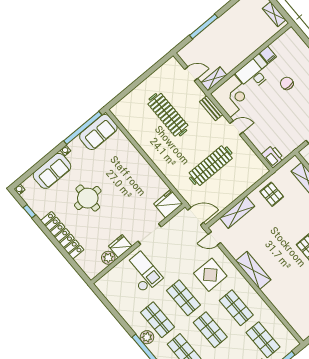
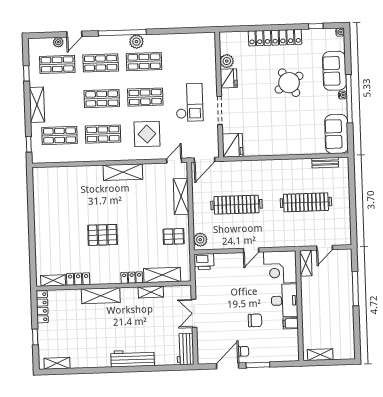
bench: (211, 108) -> (325, 163), moved
window: (83, 128) -> (349, 99), moved
clothes rail: (211, 166) -> (236, 205), turned 90
plant: (258, 172) -> (200, 240), added
round table: (88, 198) -> (289, 83), turned -32
checkout: (142, 272) -> (189, 102), moved, turned -90

